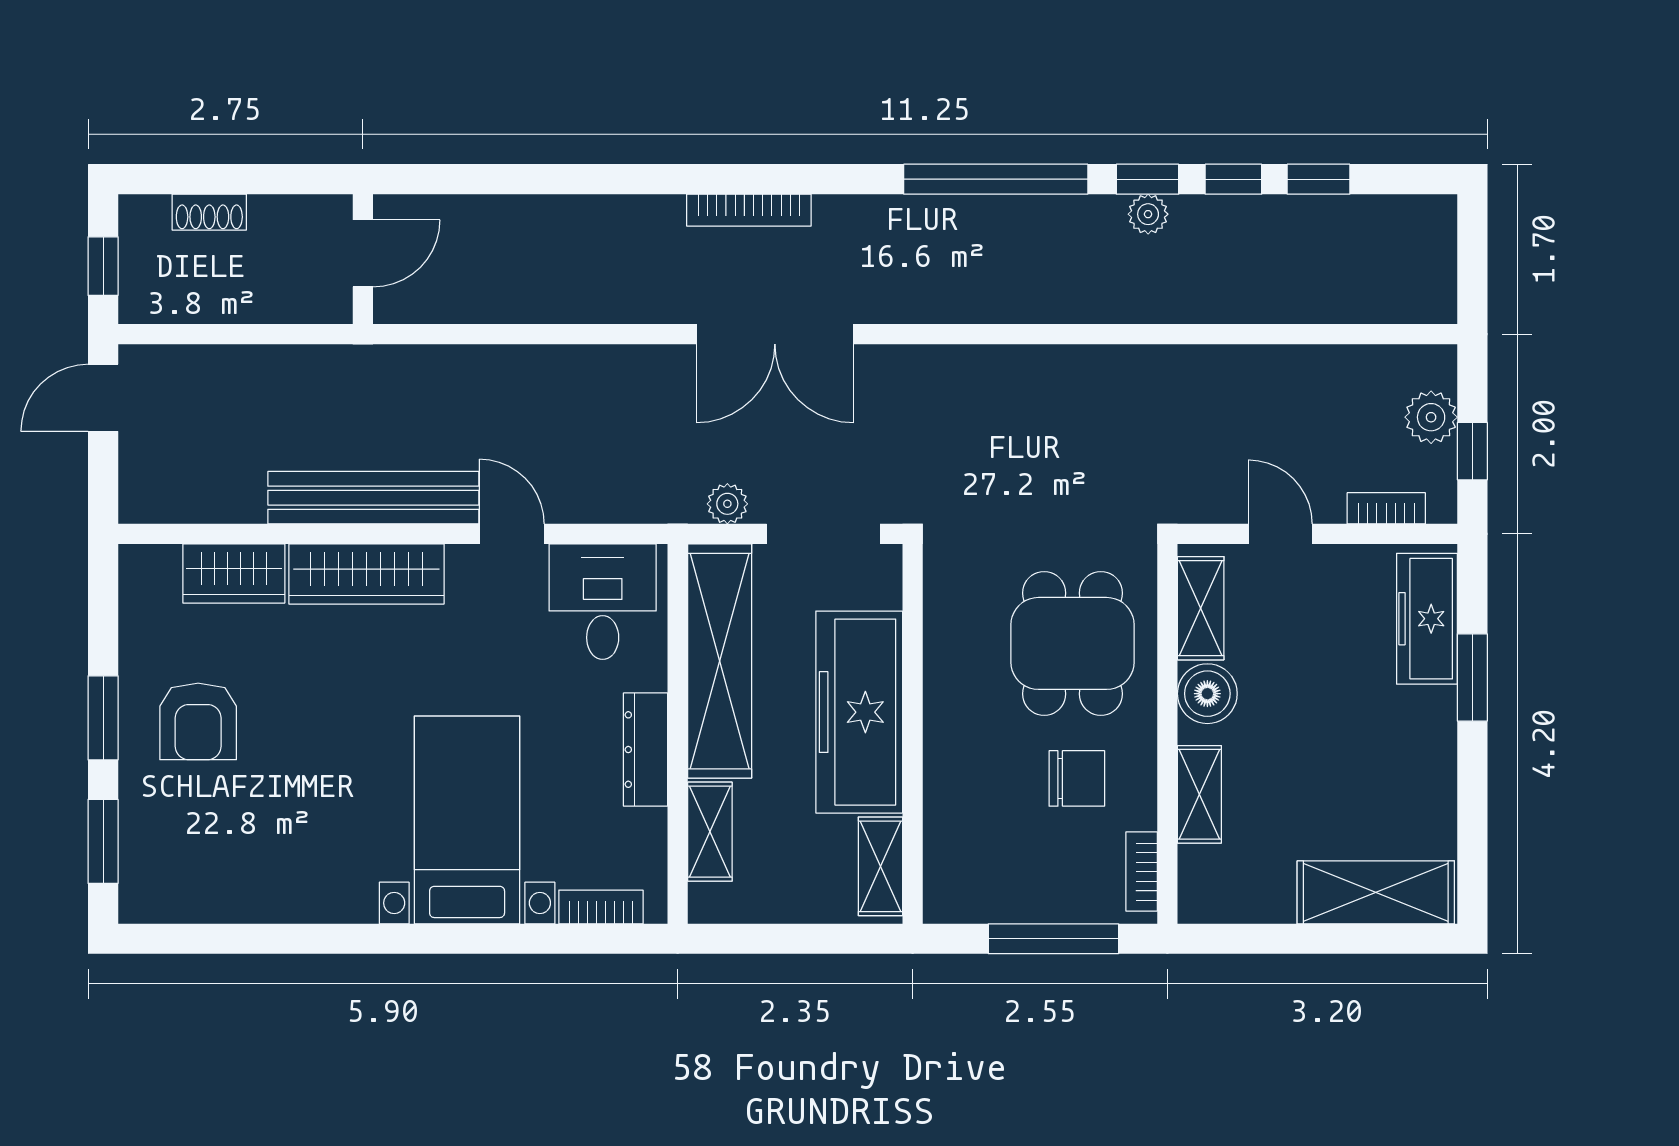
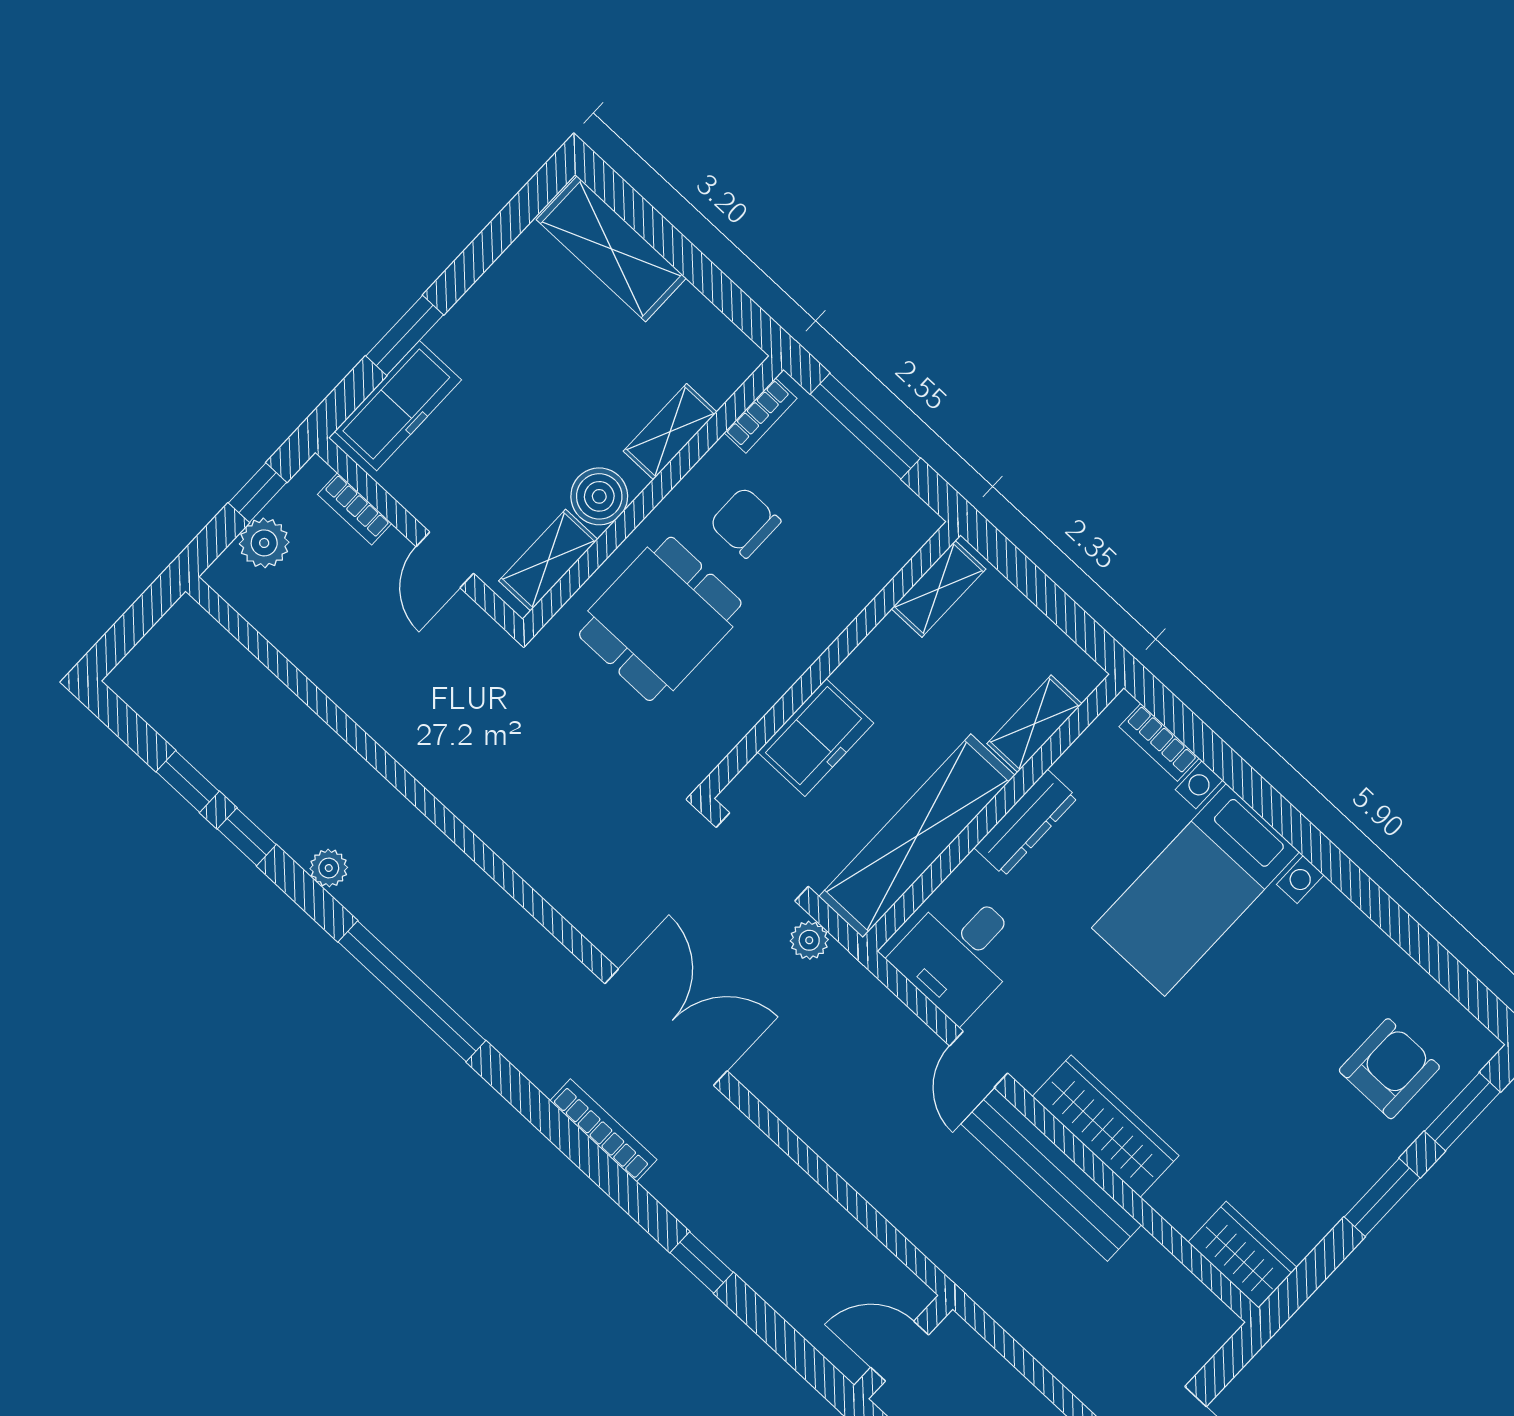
window: (1147, 179) -> (702, 1262), moved
wardrobe: (234, 574) -> (1242, 1255), moved
freezer: (859, 712) -> (815, 737), width x0.52, depth x0.79
armchair: (198, 721) -> (1389, 1069), moved

